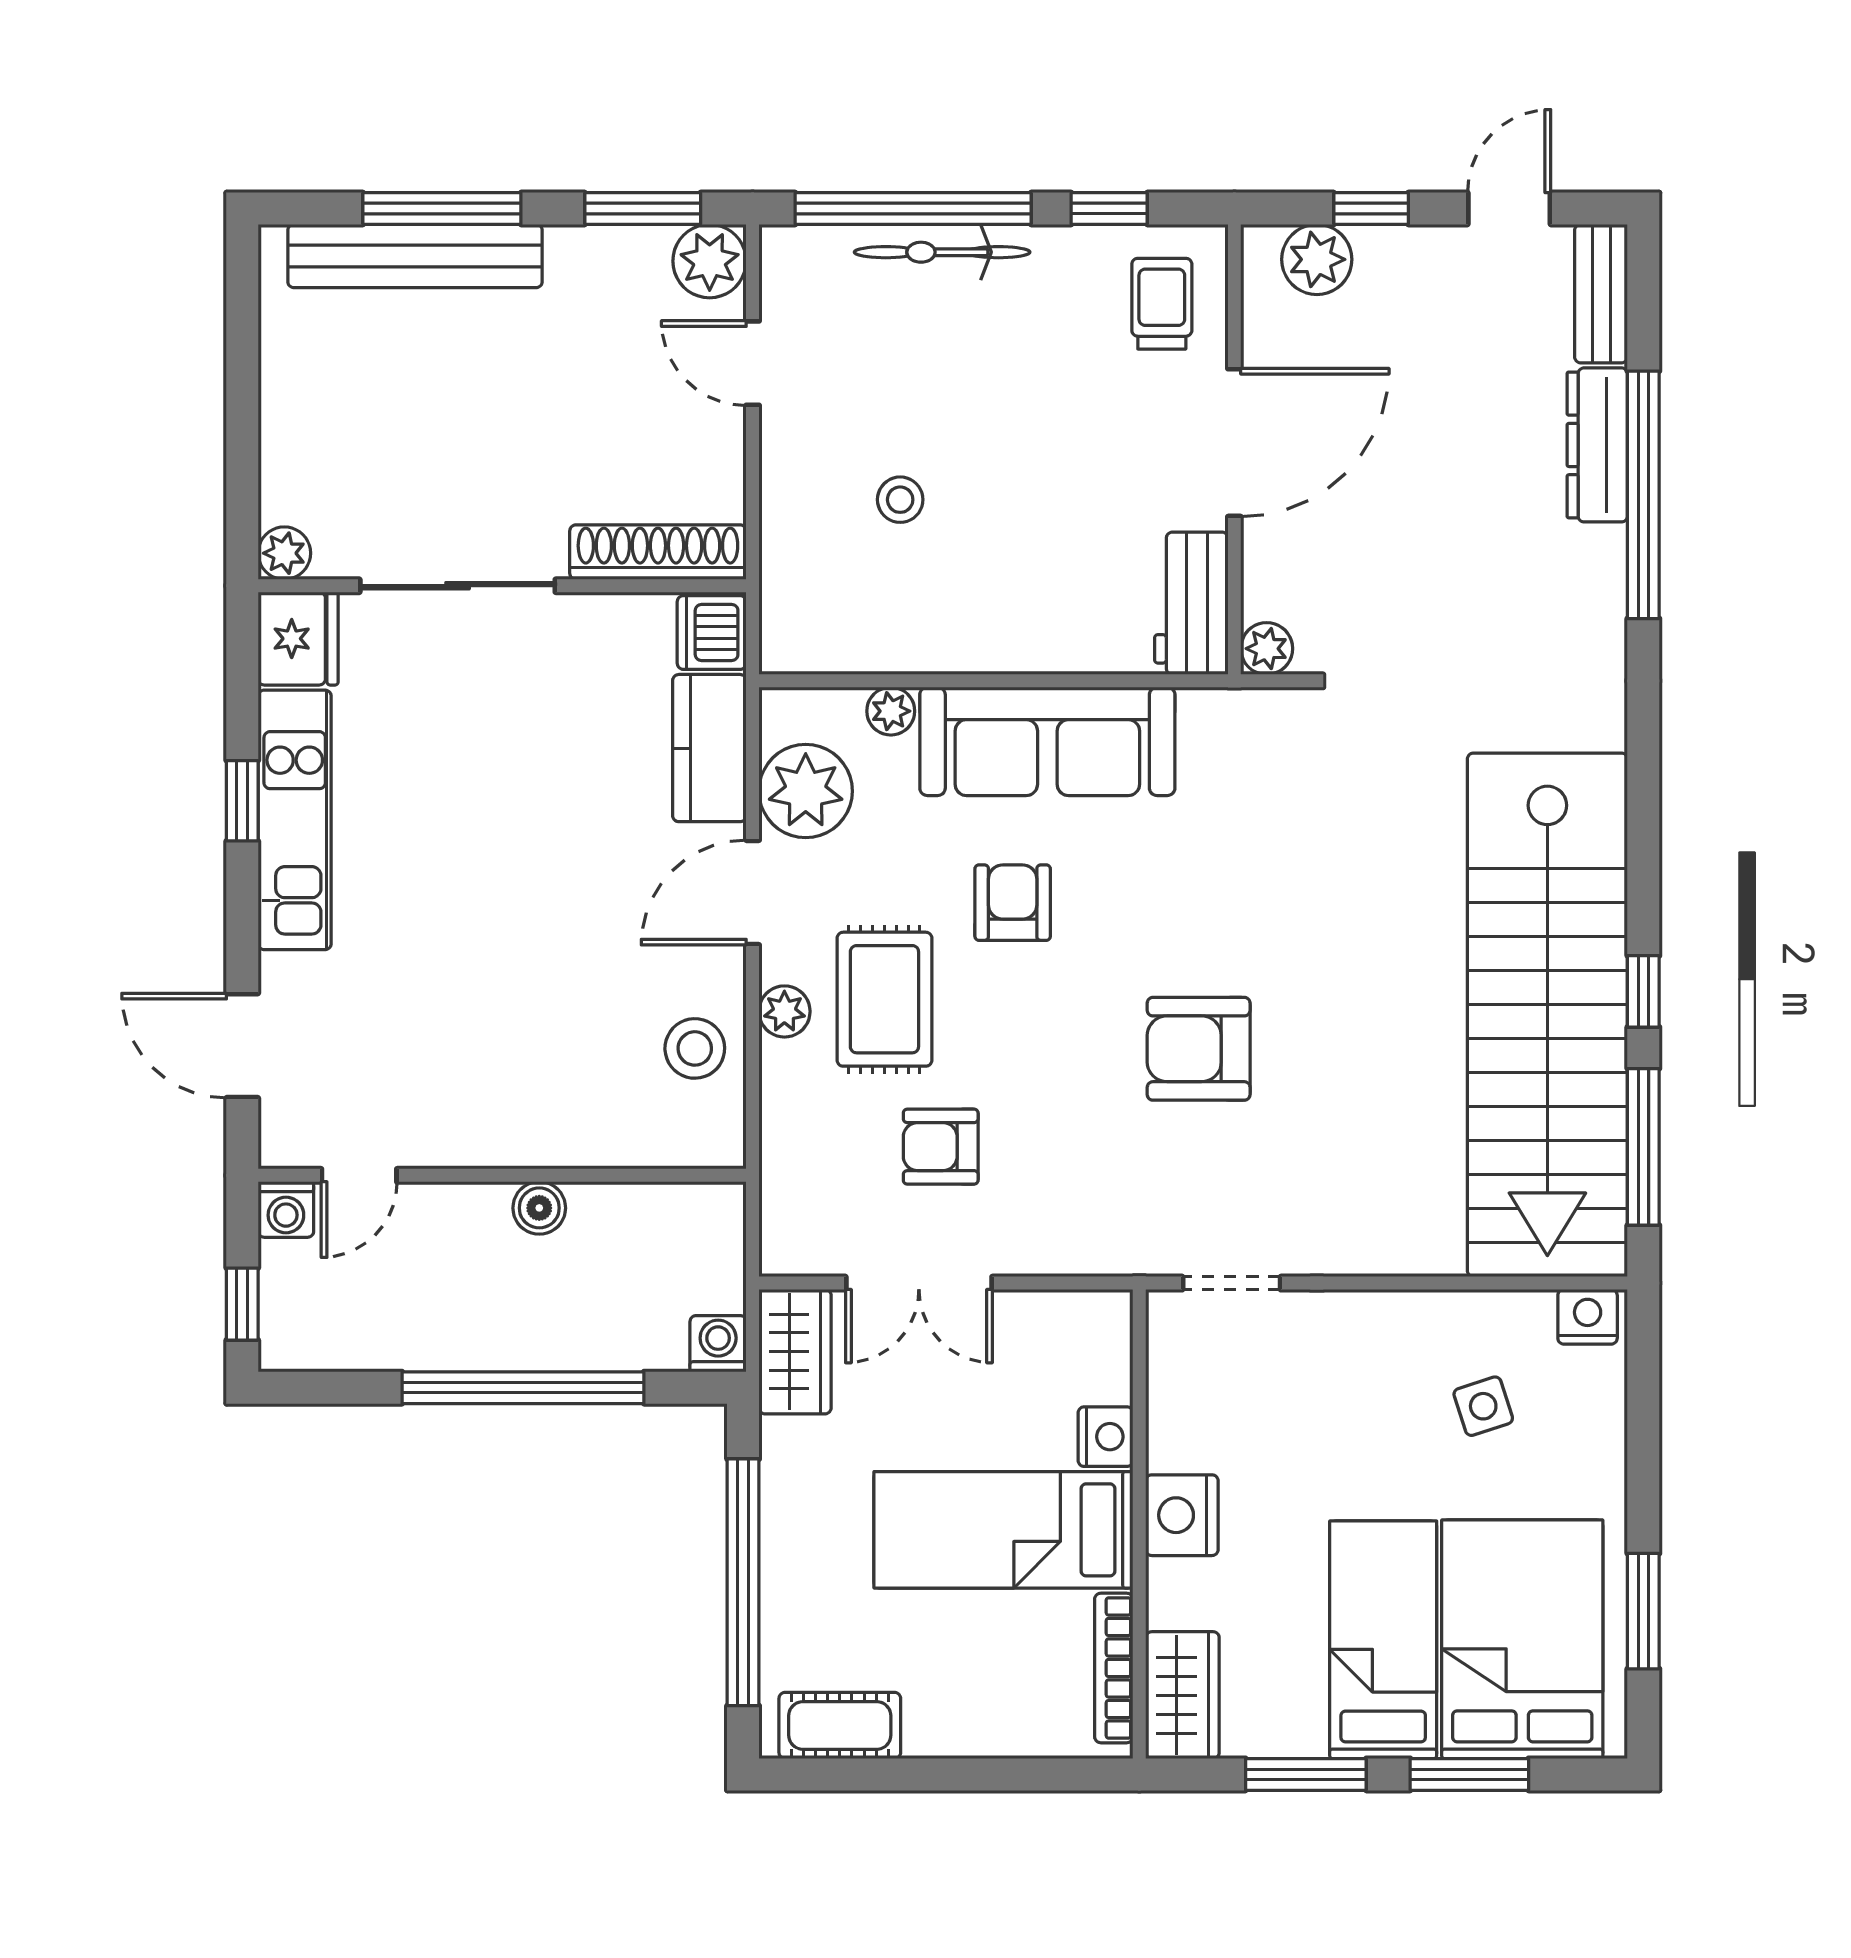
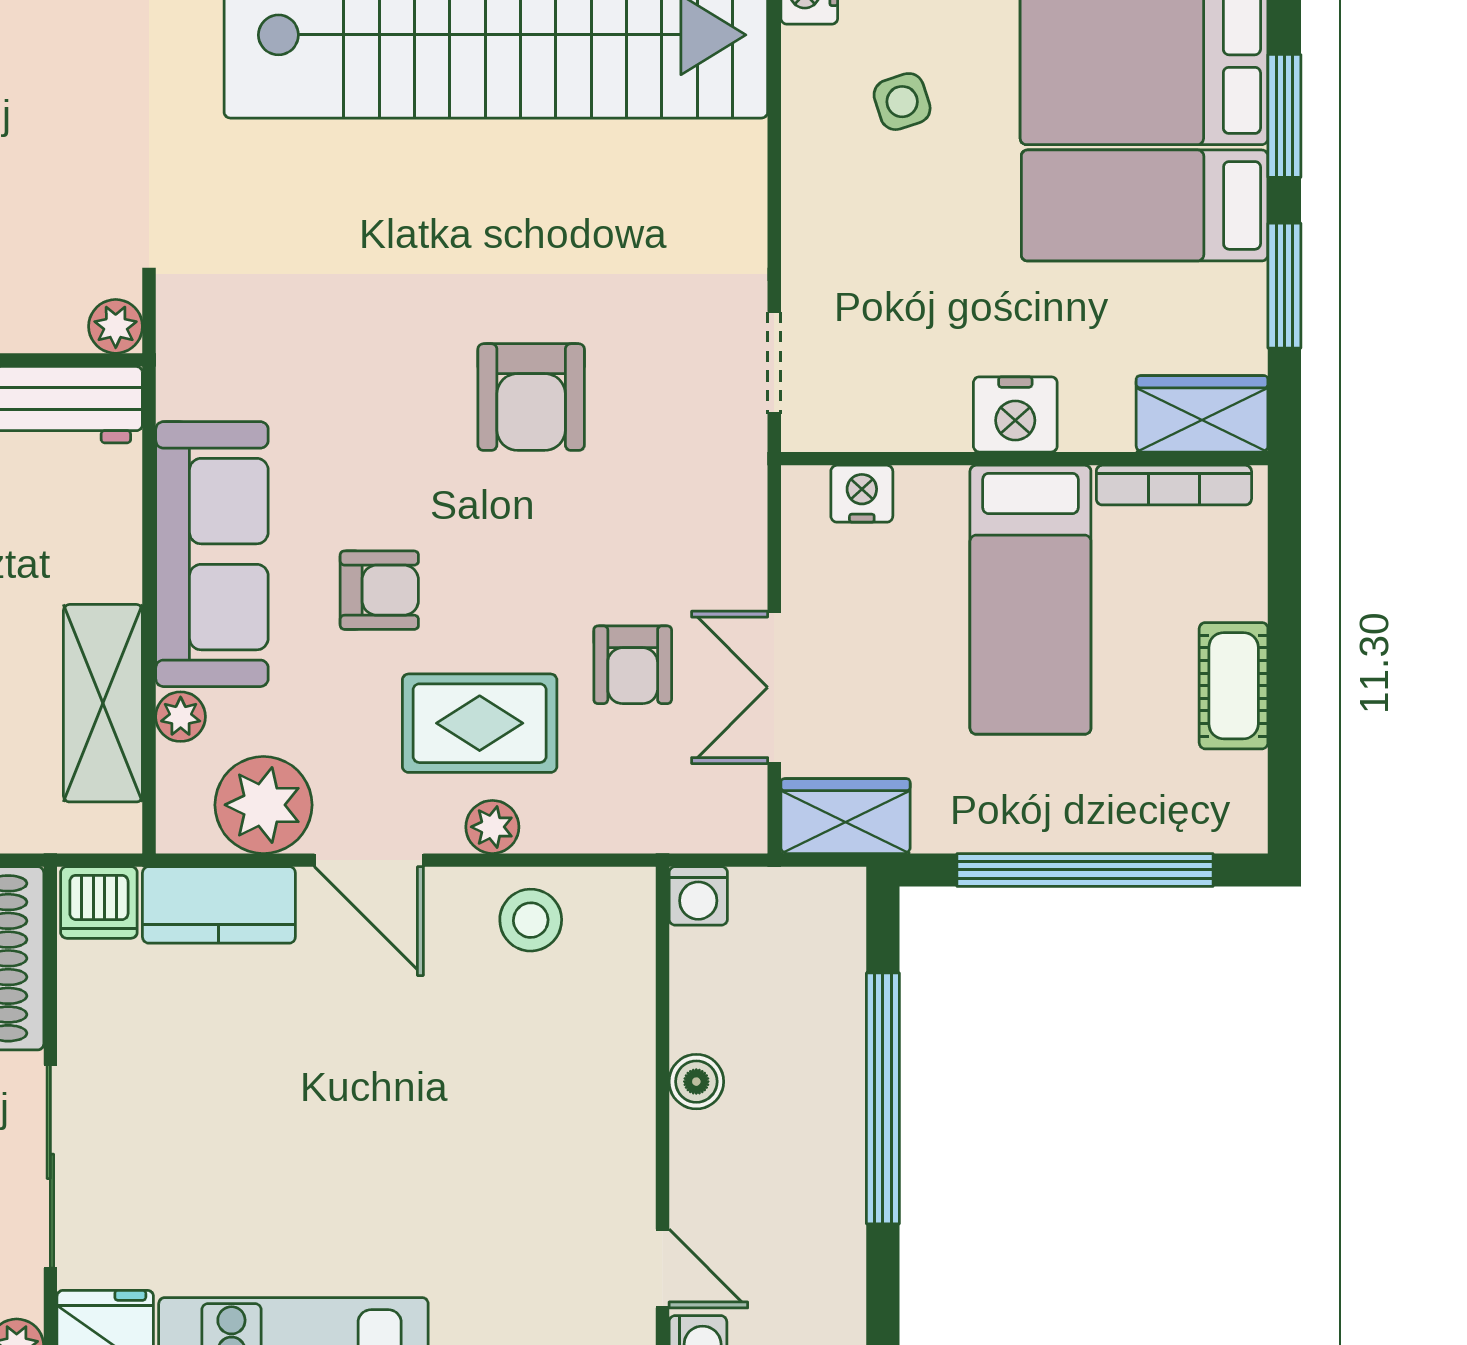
shelving: (904, 636) -> (103, 703), added
armchair: (1013, 903) -> (379, 590), turned 180
double door: (919, 1283) -> (774, 687), swing flipped
washing machine: (718, 1344) -> (698, 896), moved, turned -90
nightstand: (1106, 1437) -> (862, 494), moved
cot: (840, 1725) -> (1234, 686), moved

